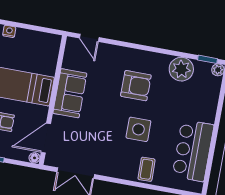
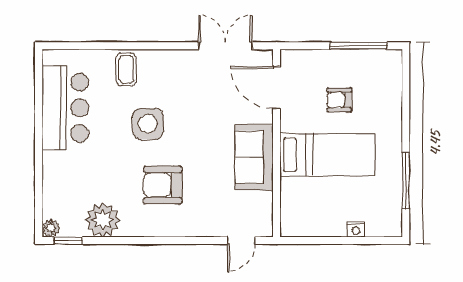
door: (89, 38) -> (241, 241), swing flipped
door: (46, 138) -> (277, 88), swing flipped
floor lamp: (34, 158) -> (288, 57), removed

